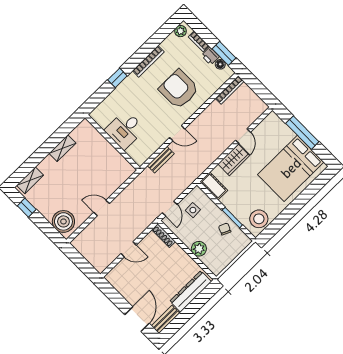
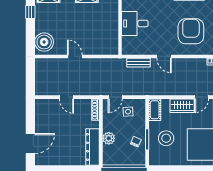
stool: (259, 219) -> (166, 138), moved
dresser: (191, 291) -> (93, 147), moved, turned -90
bench: (165, 319) -> (47, 161), removed

